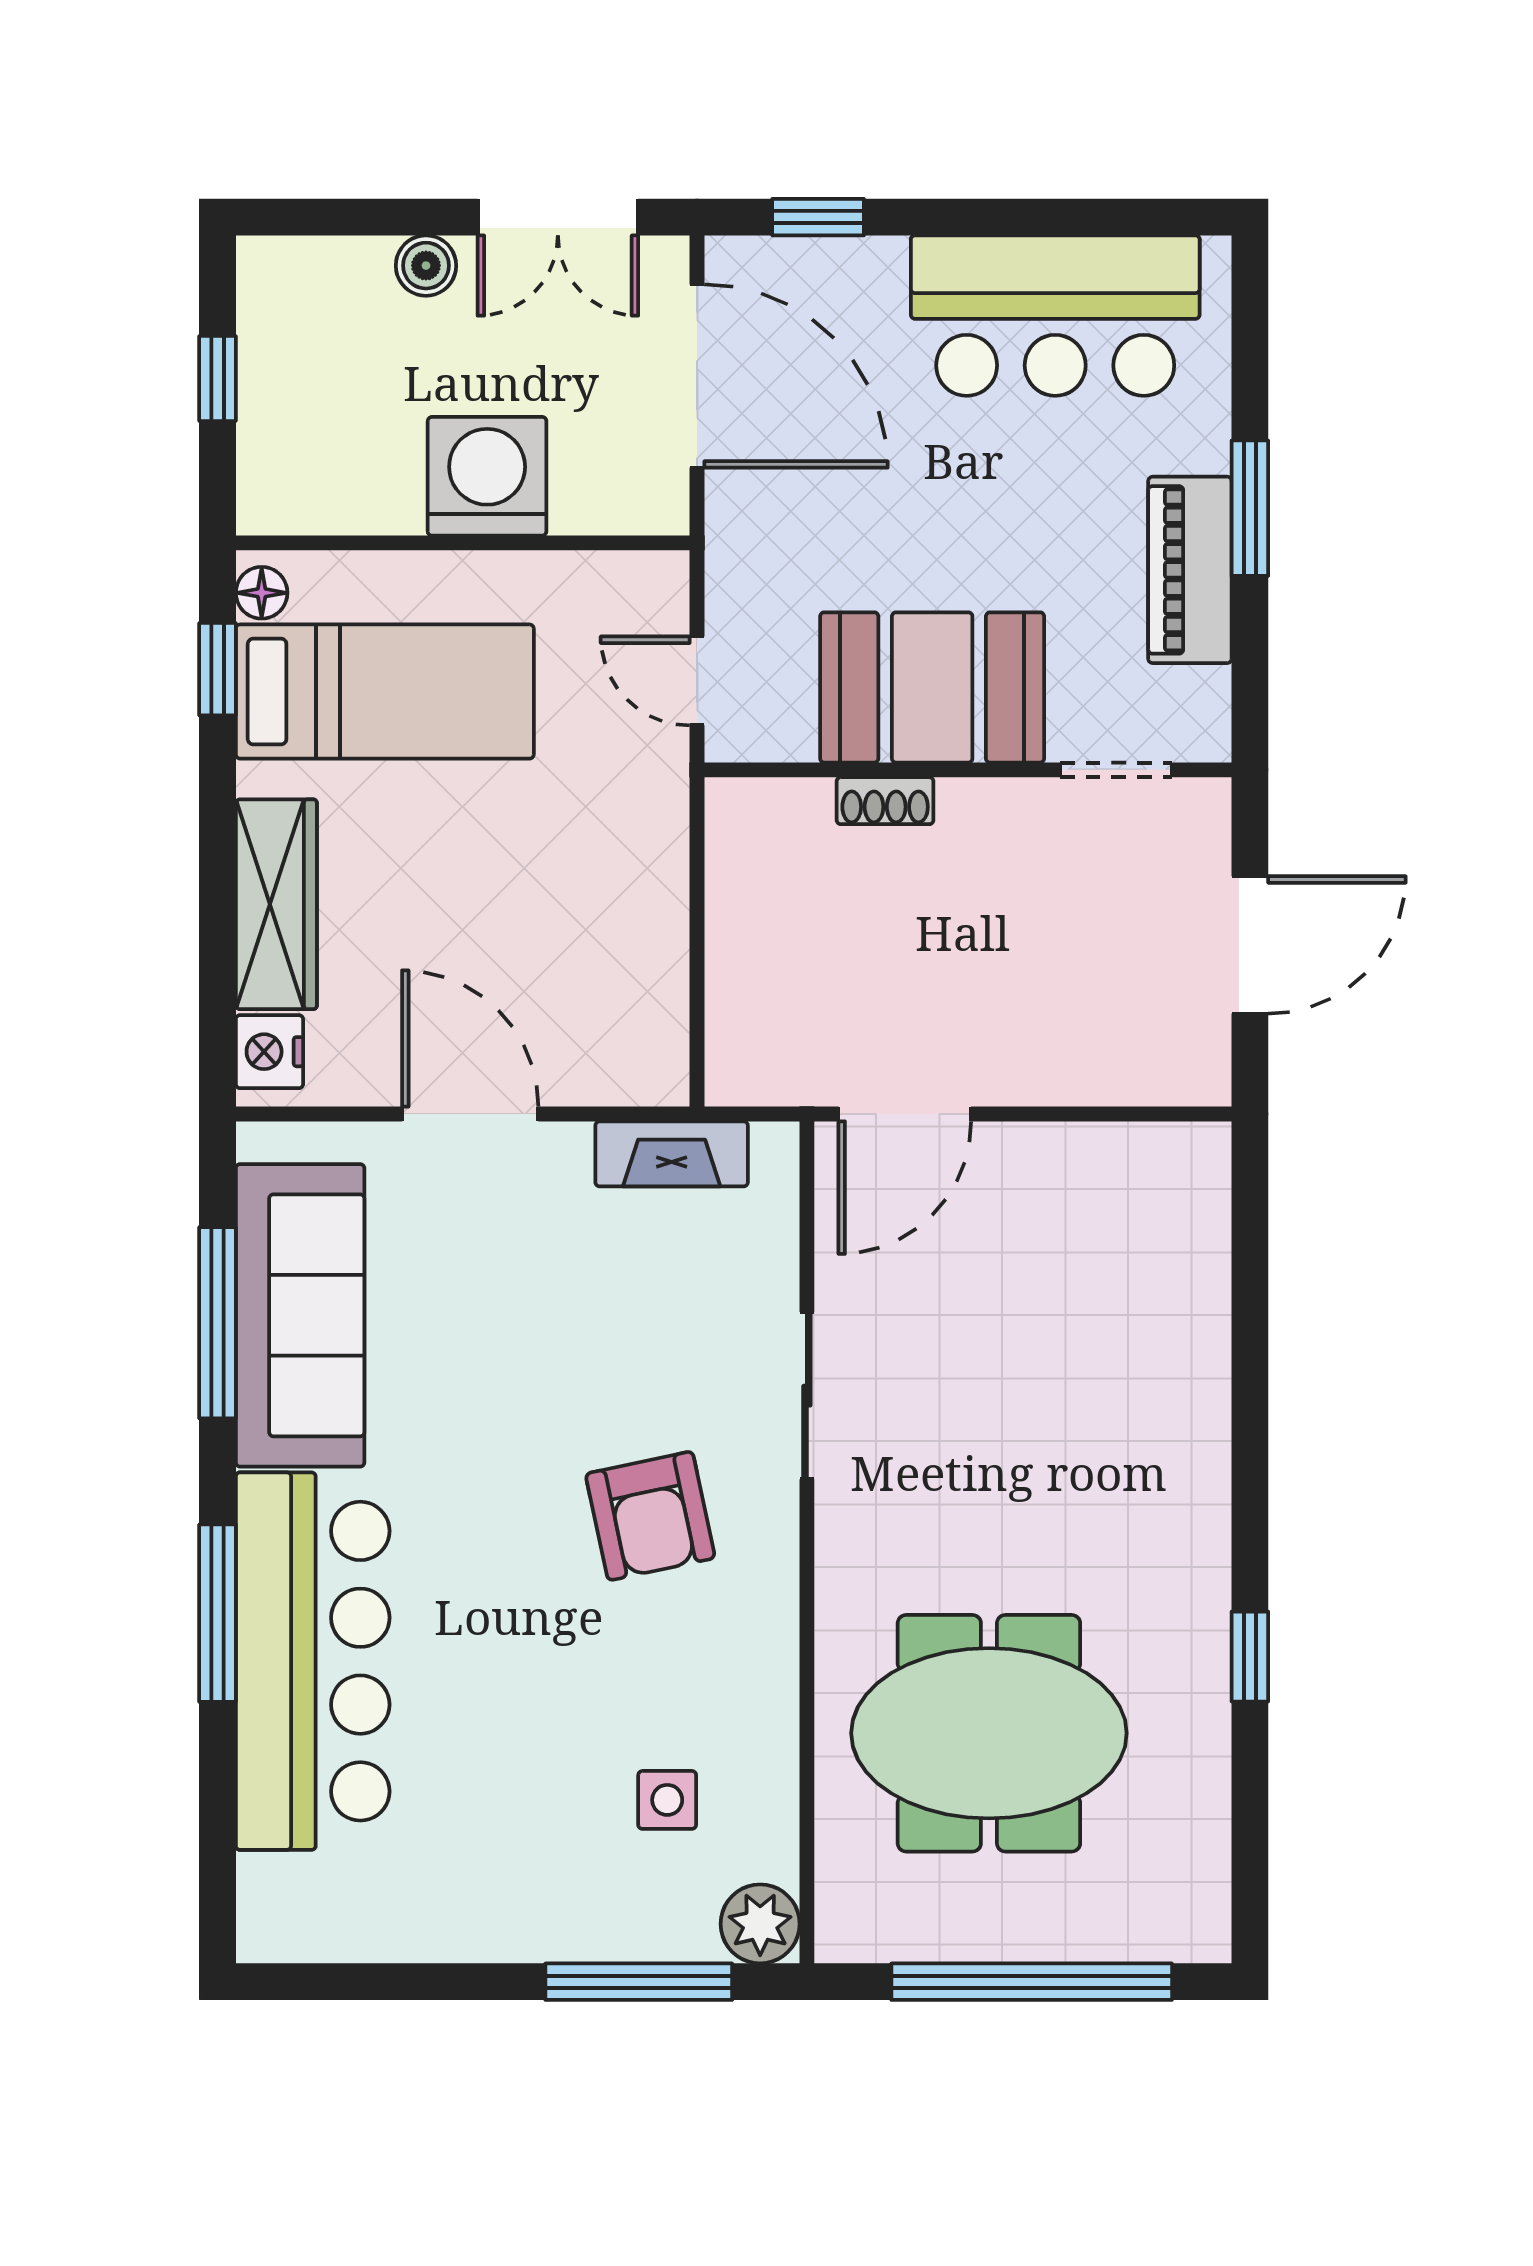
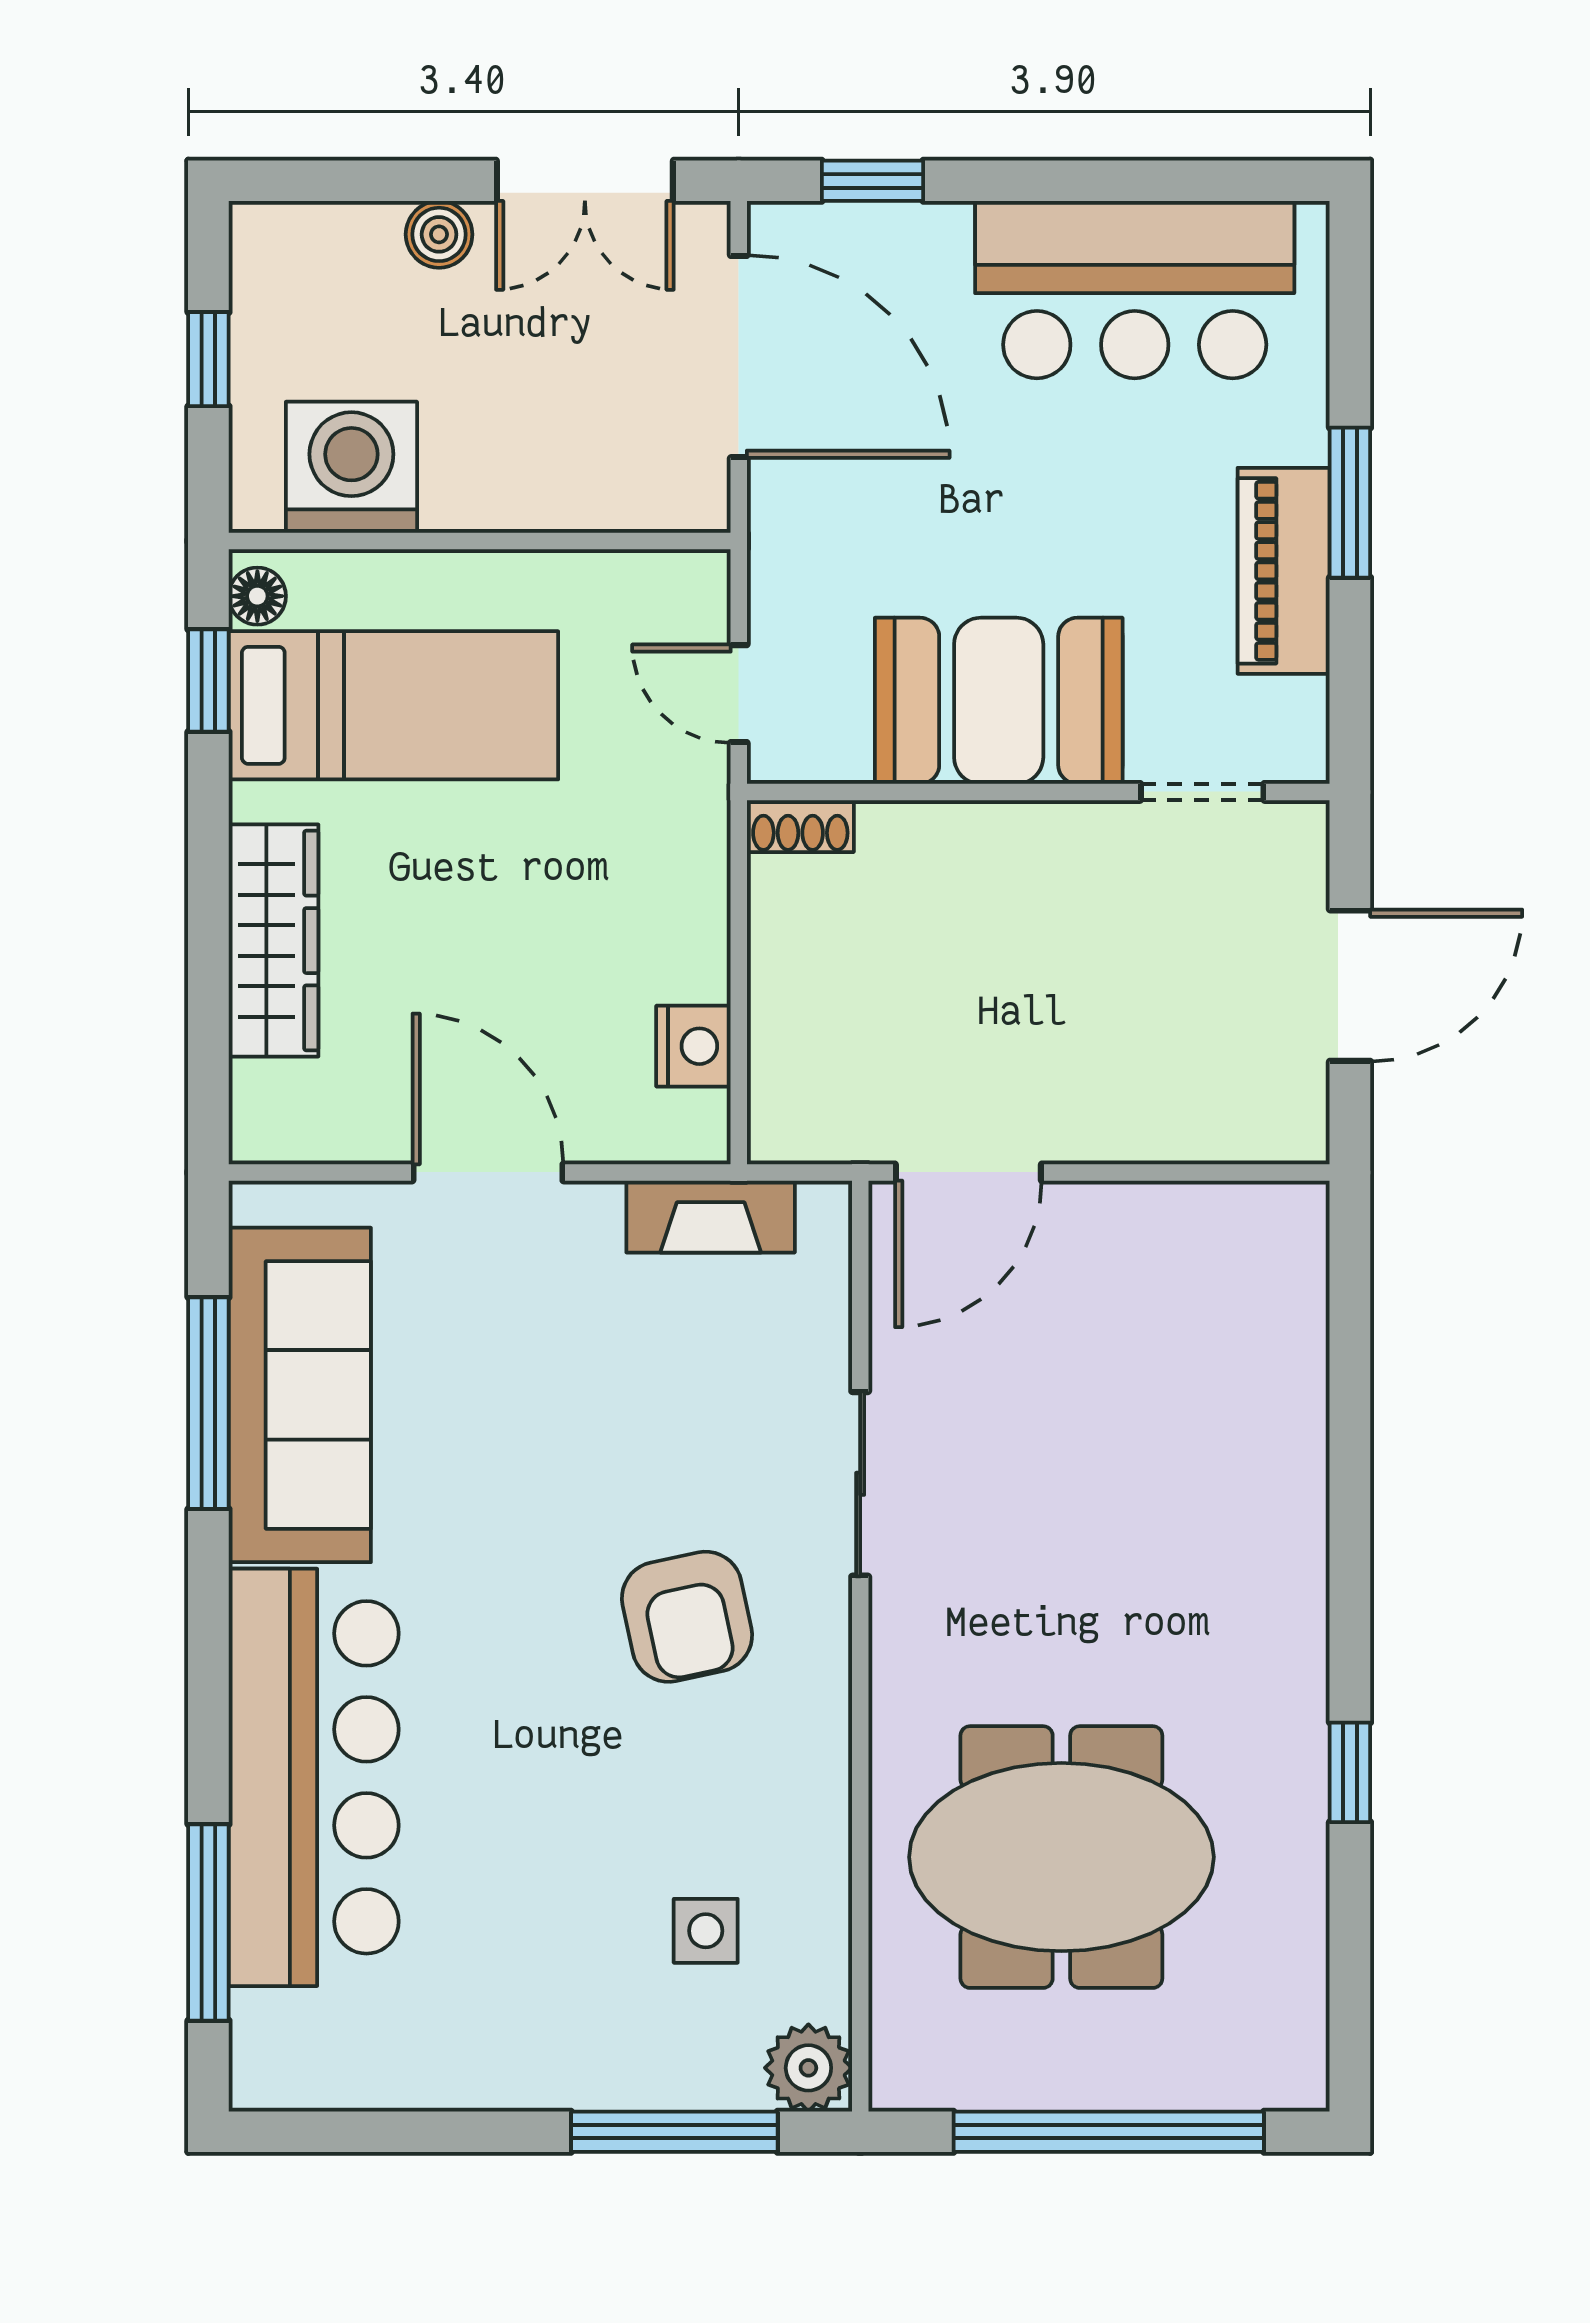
washing machine: (487, 476) -> (351, 467), moved
shoe rack: (885, 801) -> (800, 826), moved
nightstand: (269, 1052) -> (693, 1046), moved, turned 180
window: (217, 1613) -> (208, 1922), moved

